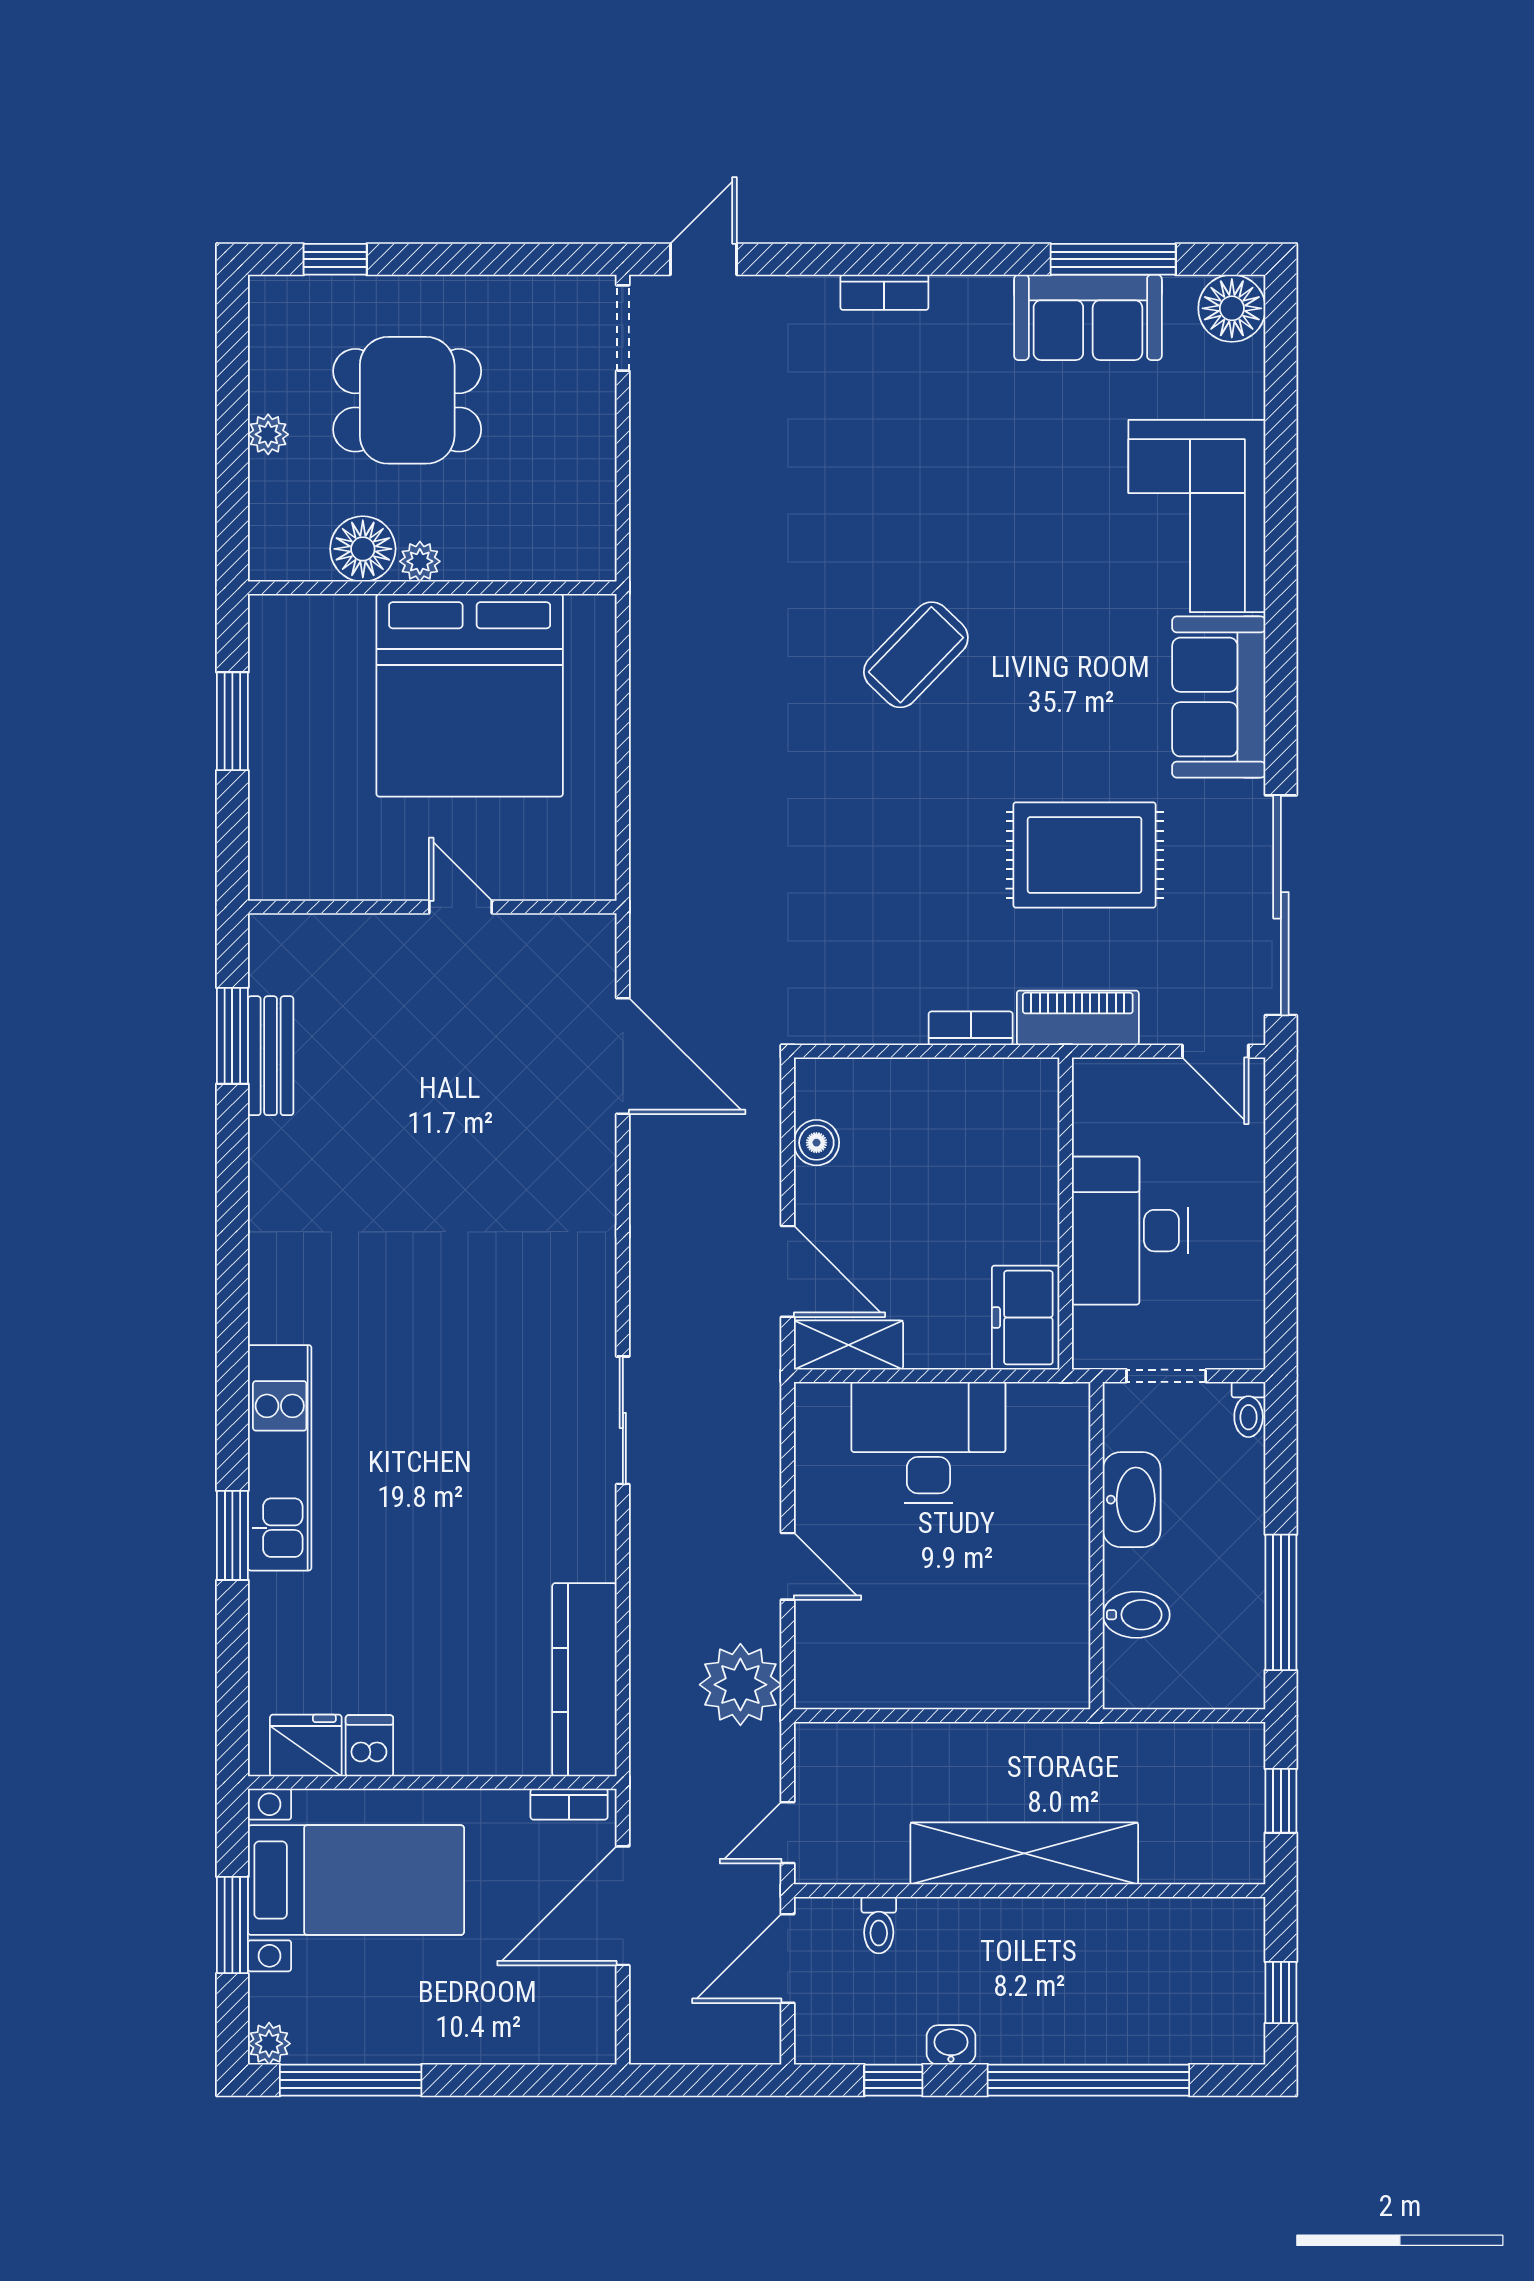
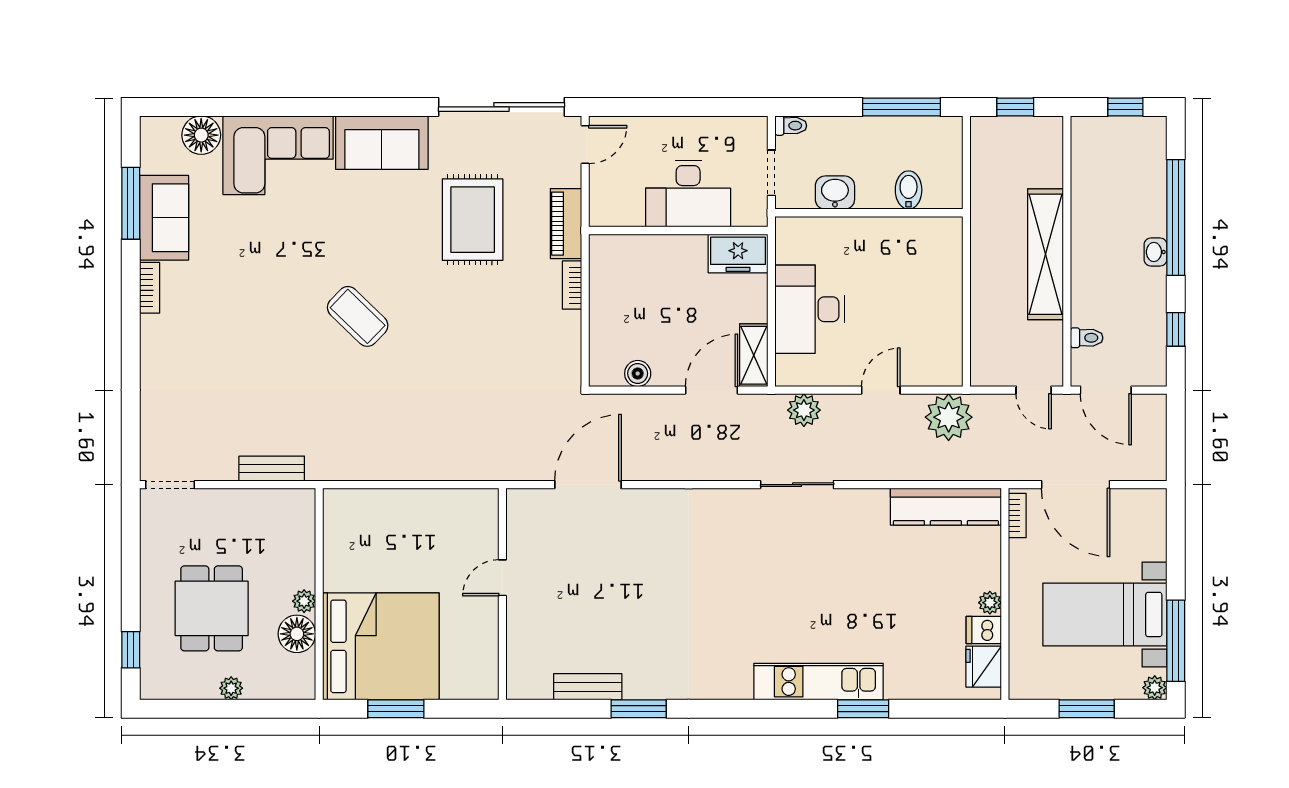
door: (703, 259) -> (131, 438), removed
bookcase: (884, 292) -> (150, 288), moved
floor lamp: (1232, 308) -> (201, 135), moved
bench: (651, 505) -> (272, 469), added
bed: (470, 695) -> (381, 646), moved
window: (232, 1036) -> (639, 709), moved
plant: (753, 1432) -> (804, 410), added
washbasin: (1132, 1500) -> (835, 193), width x0.72
plant: (417, 1756) -> (990, 603), added
bed with nightstands: (356, 1880) -> (1105, 615), moved, turned -90
washbasin: (951, 2045) -> (1155, 252), moved

